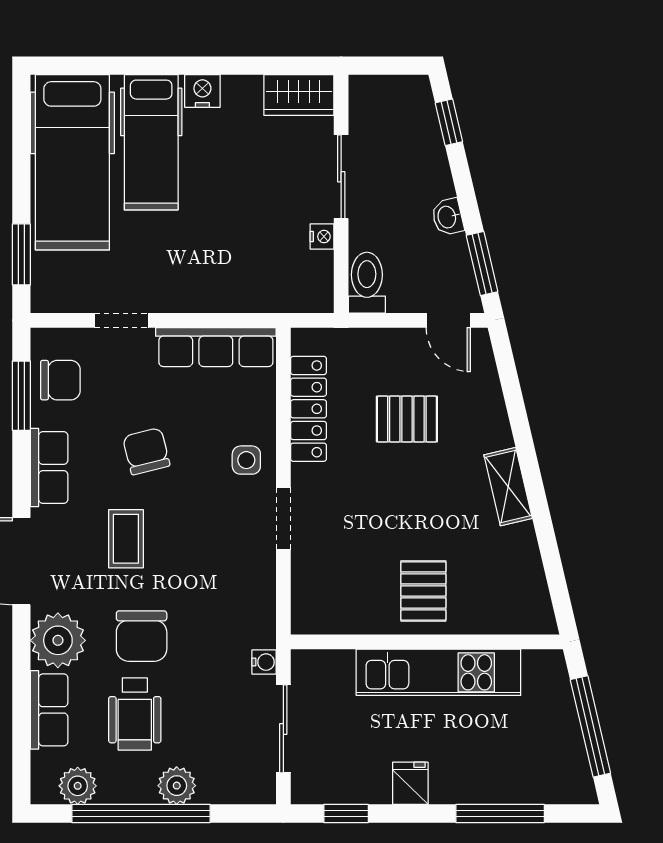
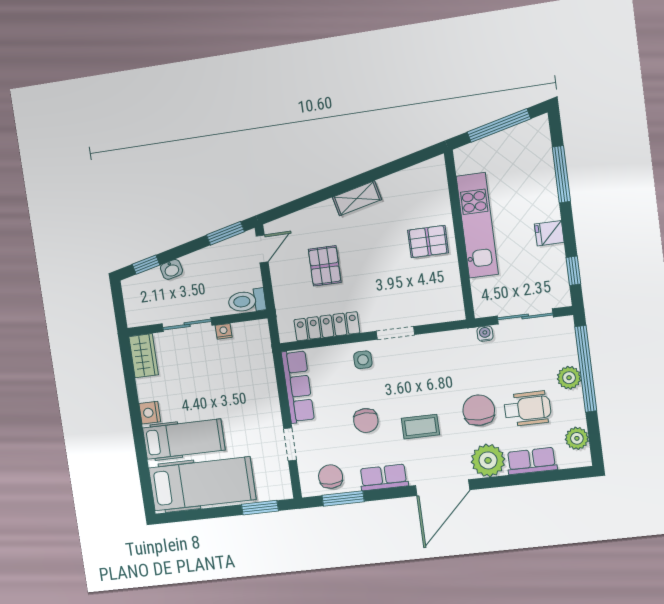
washbasin: (448, 217) -> (171, 269), moved
chair: (146, 451) -> (366, 421), turned -76
chair: (142, 636) -> (479, 410), turned -90
window: (141, 814) -> (586, 369), moved

